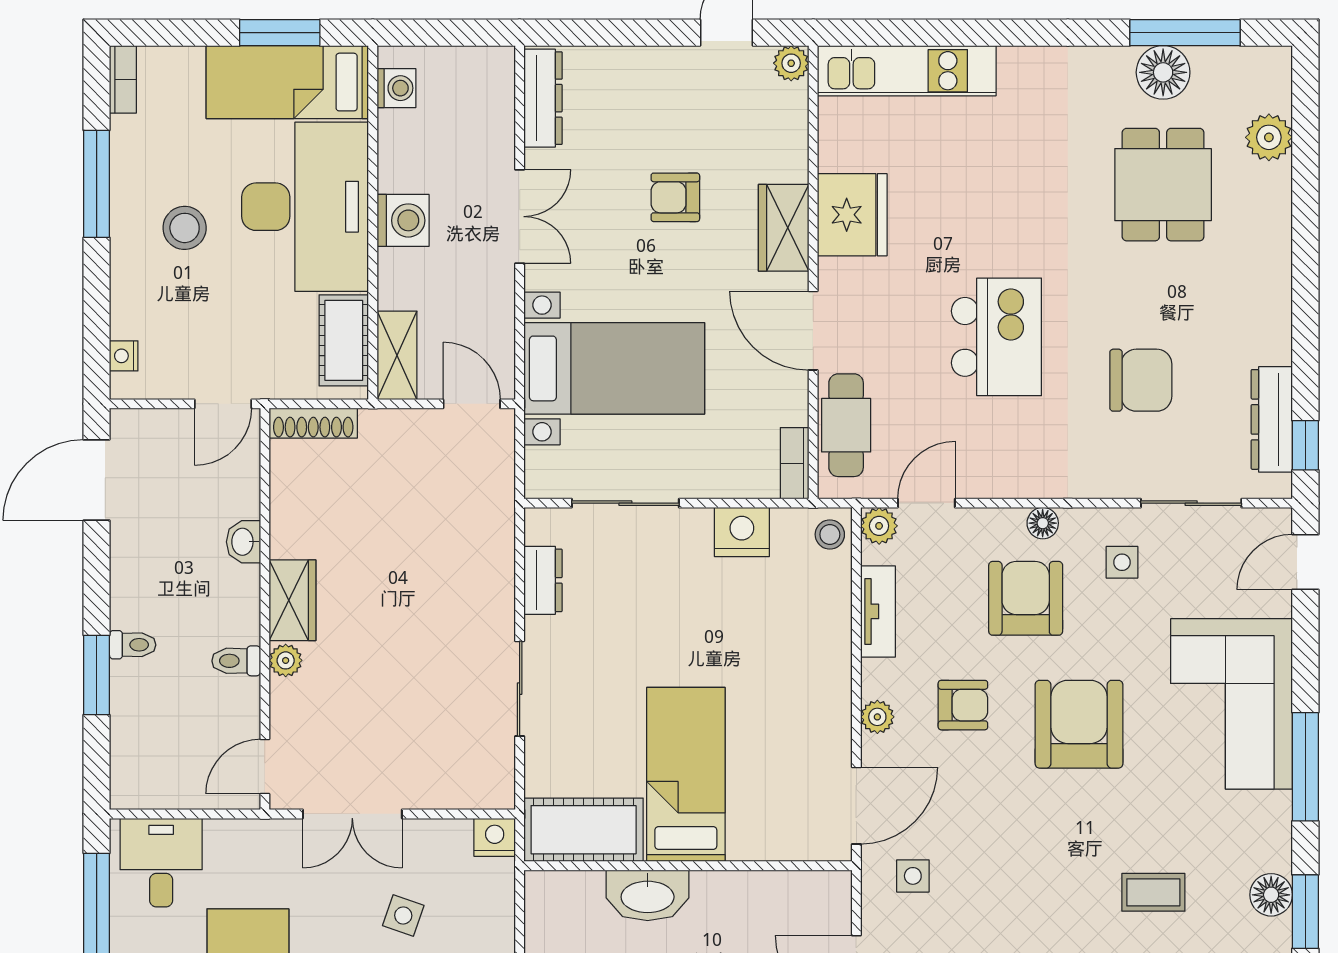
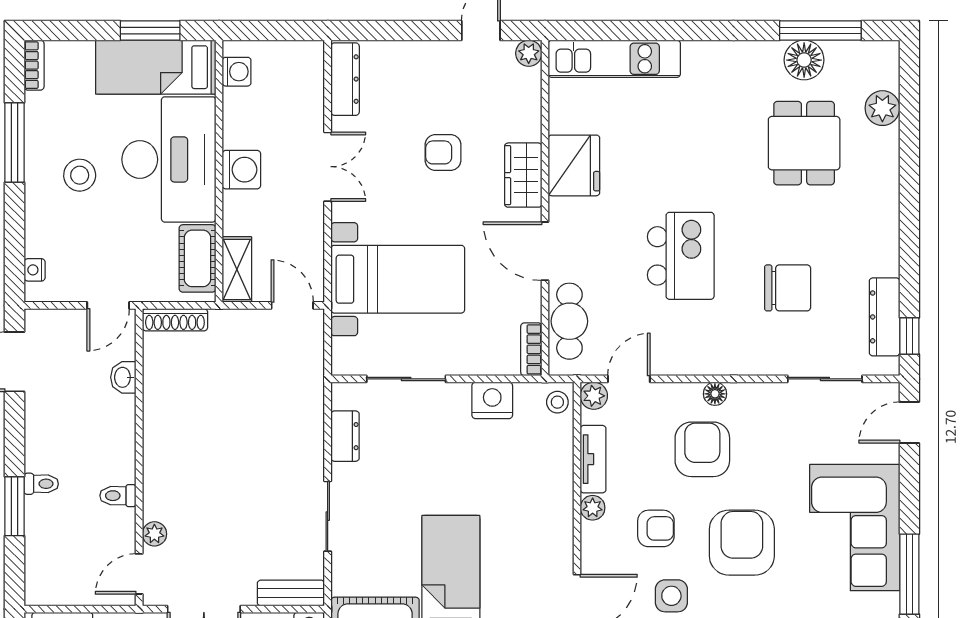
washbasin: (243, 542) -> (123, 377), moved
side table: (1122, 562) -> (671, 596), moved, width x1.37, depth x1.37
wardrobe: (293, 600) -> (160, 451), removed
plant: (286, 660) -> (154, 534), moved
plant: (877, 717) -> (593, 508), moved
bench: (470, 792) -> (291, 593), added

